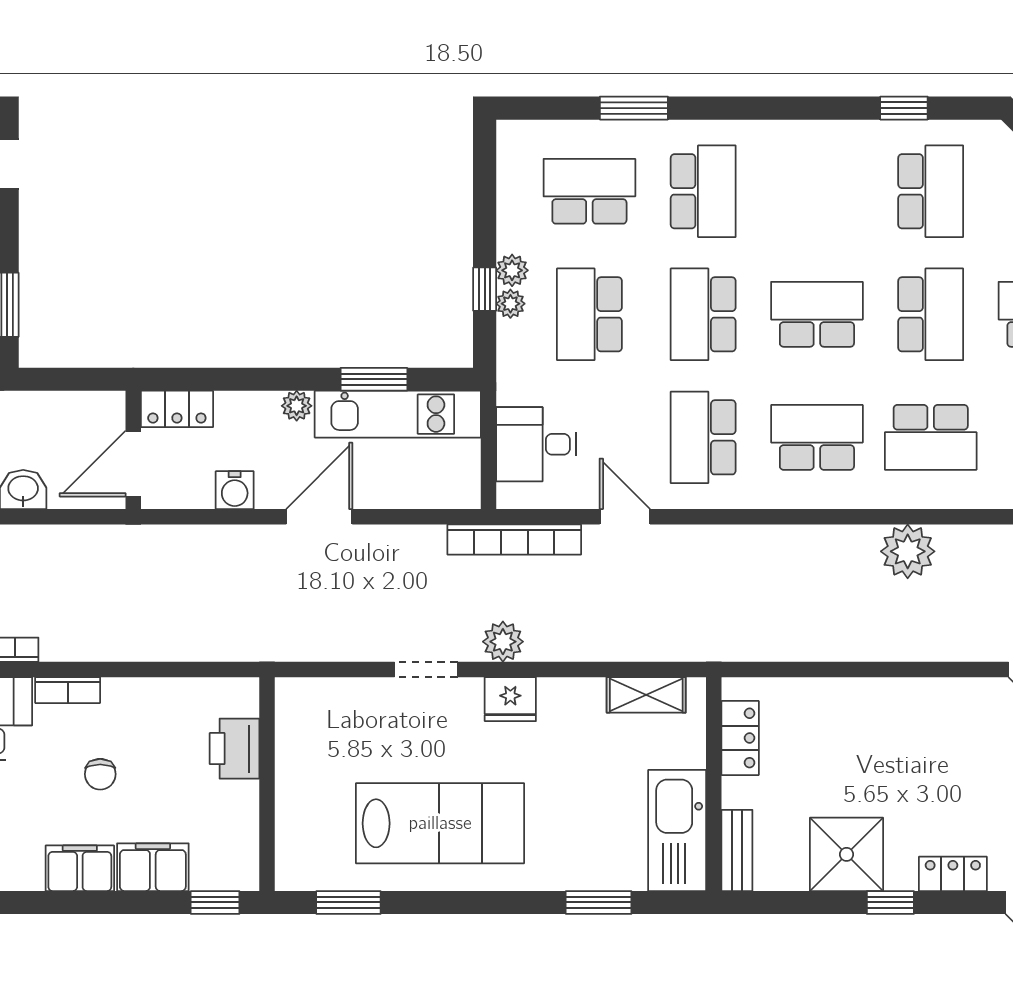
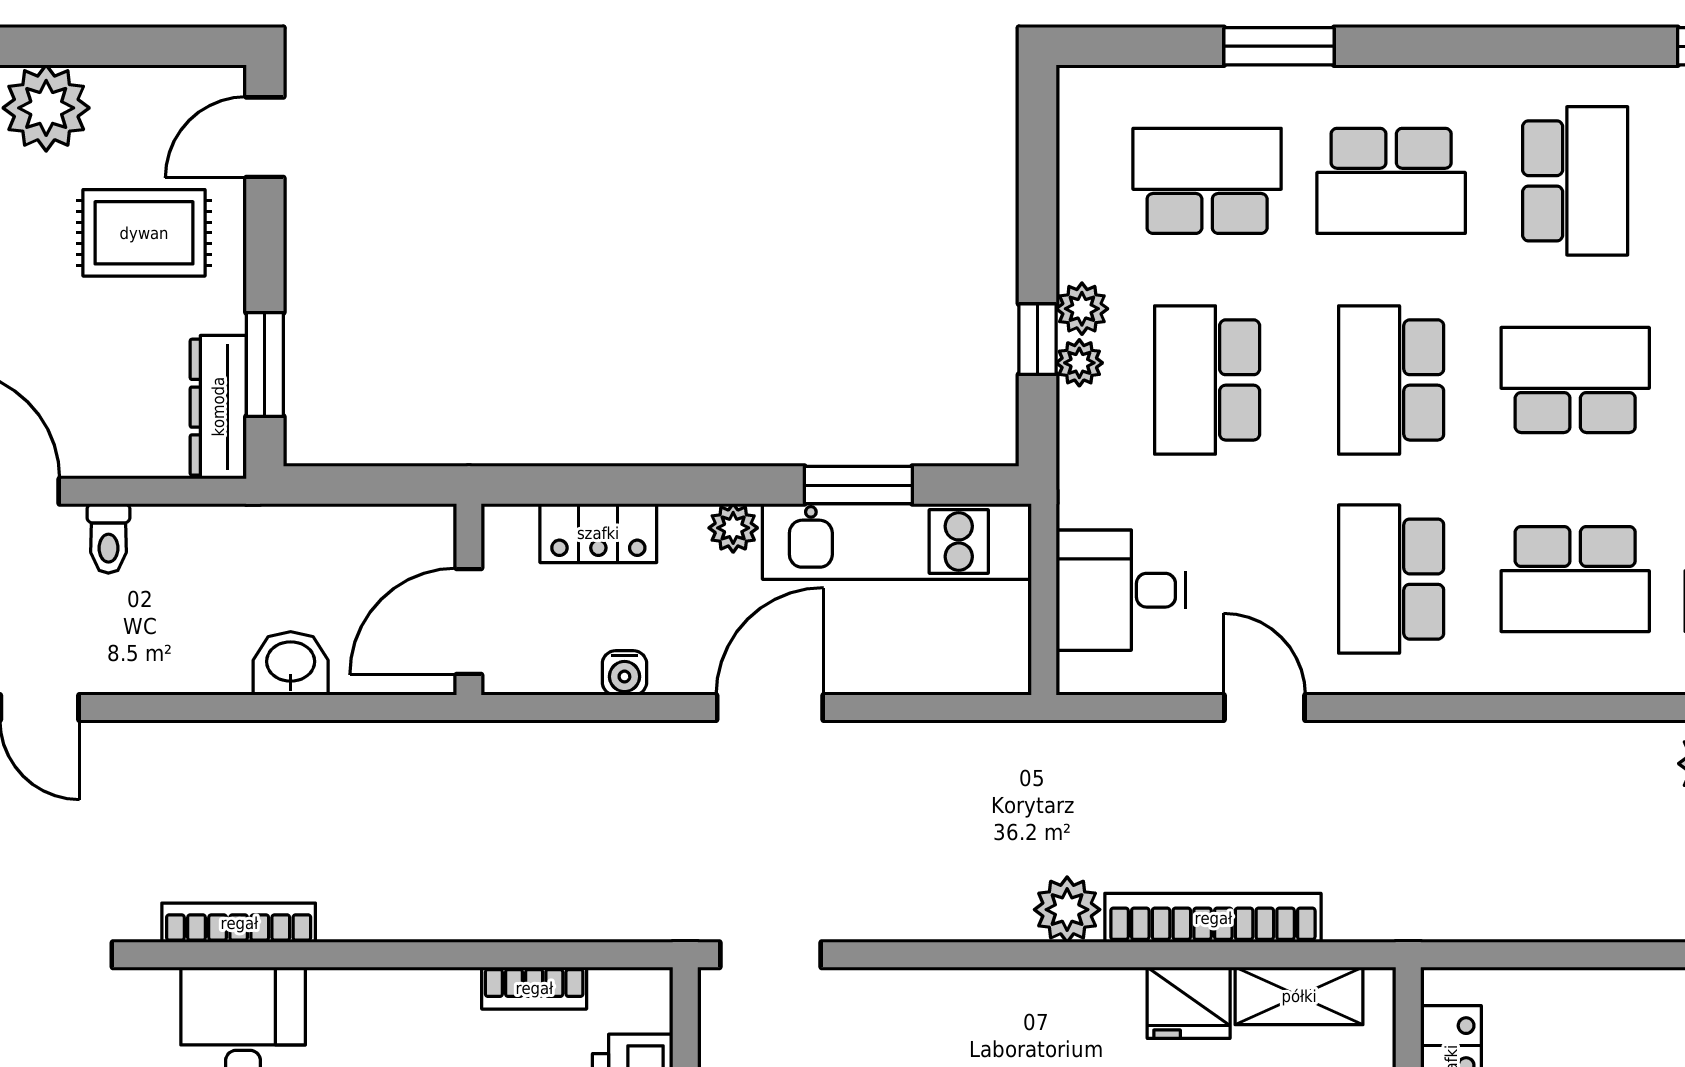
school desk: (703, 191) -> (1391, 181), turned 90
school desk: (817, 191) -> (1575, 181), added
locker: (177, 409) -> (598, 533), moved
school desk: (817, 437) -> (1575, 579), turned 180
water cooler: (235, 490) -> (624, 673), width x0.72, depth x0.72
bookcase: (514, 540) -> (1213, 918), moved, turned 180
doorway: (426, 670) -> (770, 955), moved
bookcase: (68, 690) -> (534, 988), moved
fridge: (510, 699) -> (1189, 1003), moved

